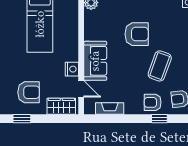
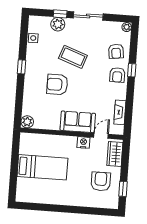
armchair: (137, 34) -> (57, 84), turned -90
coffee table: (160, 66) -> (73, 57), moved

